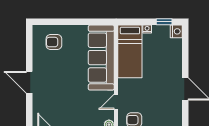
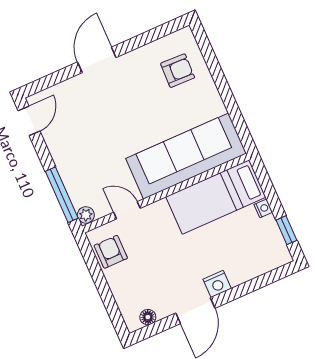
nightstand: (176, 31) -> (217, 284), moved
armchair: (54, 42) -> (178, 71), turned 92
floor lamp: (178, 116) -> (148, 317), added

